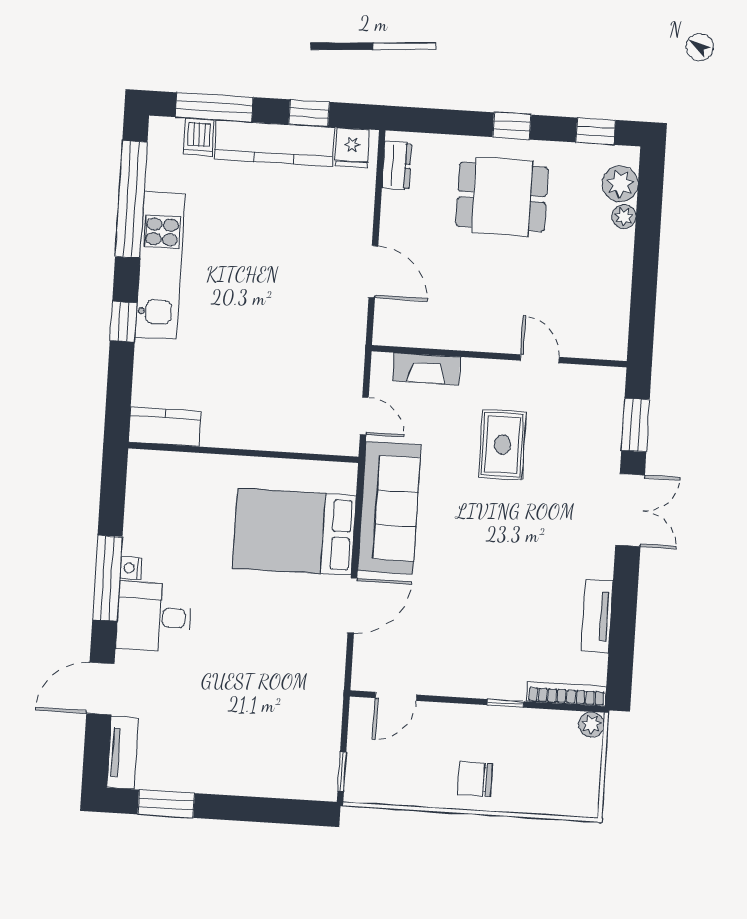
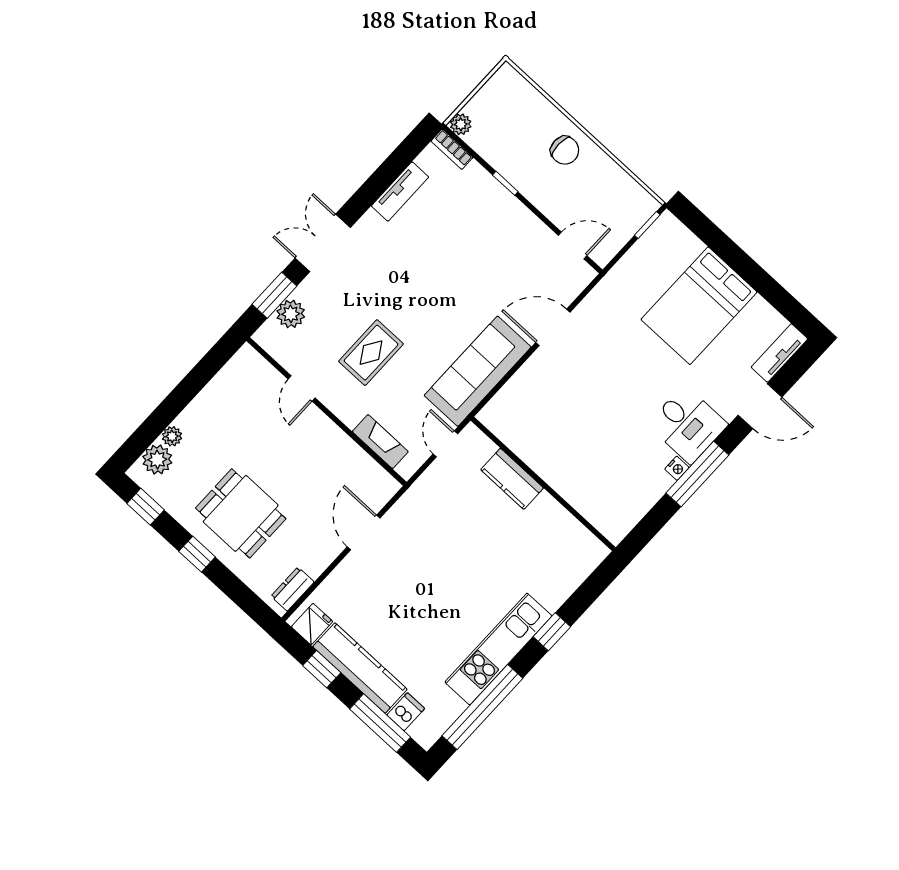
plant: (606, 420) -> (291, 314), added
kitchen counter: (165, 427) -> (512, 479), moved
bed: (294, 532) -> (699, 306), moved, turned 90
bookcase: (566, 694) -> (452, 149), width x0.64
window: (166, 804) -> (778, 297), removed

